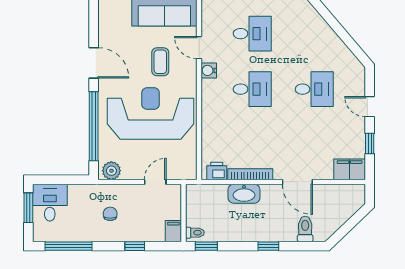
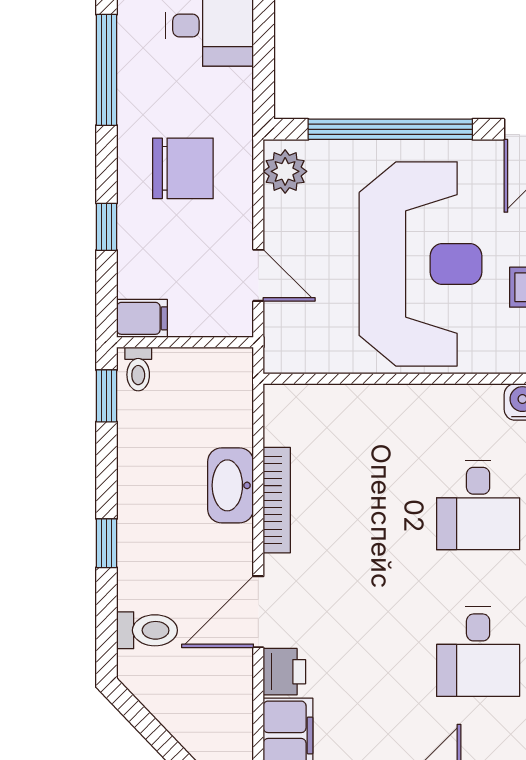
printer: (217, 171) -> (284, 672), moved
chair: (110, 214) -> (183, 168), width x1.87, depth x1.87

